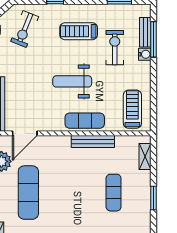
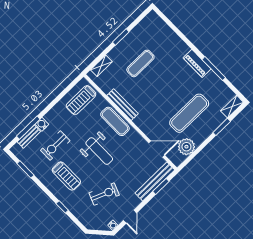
exercise bike: (25, 29) -> (104, 194), moved

